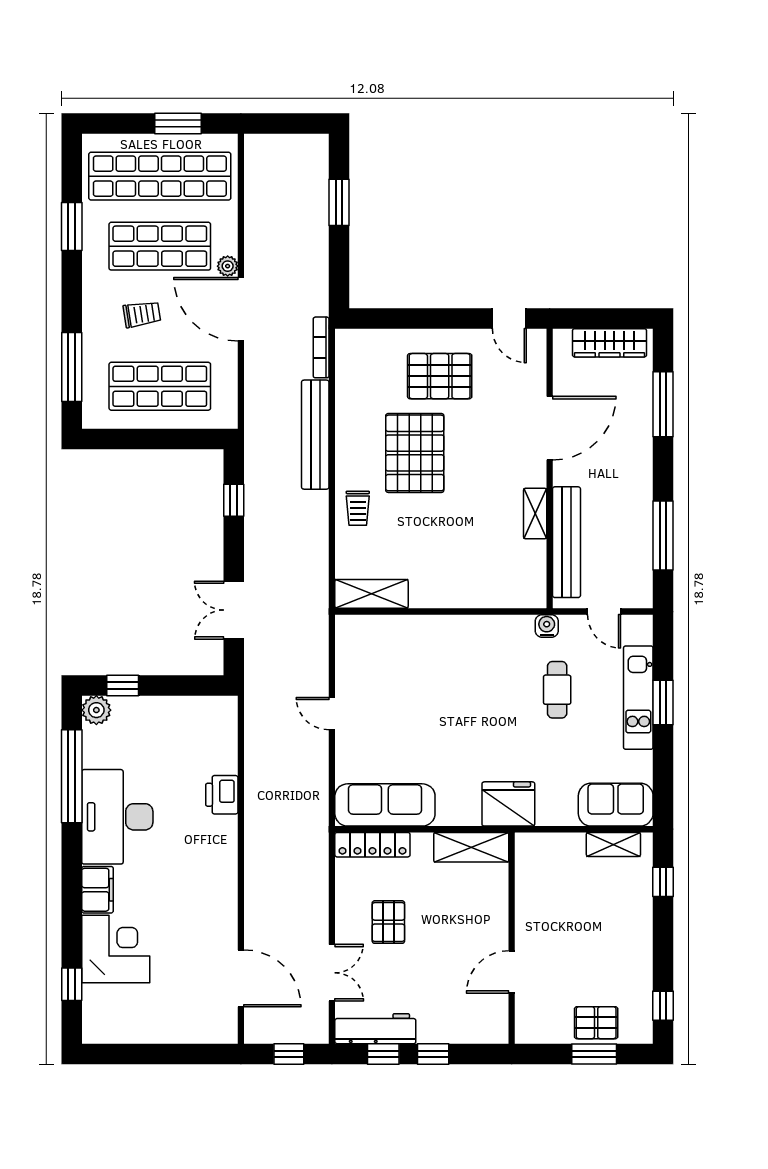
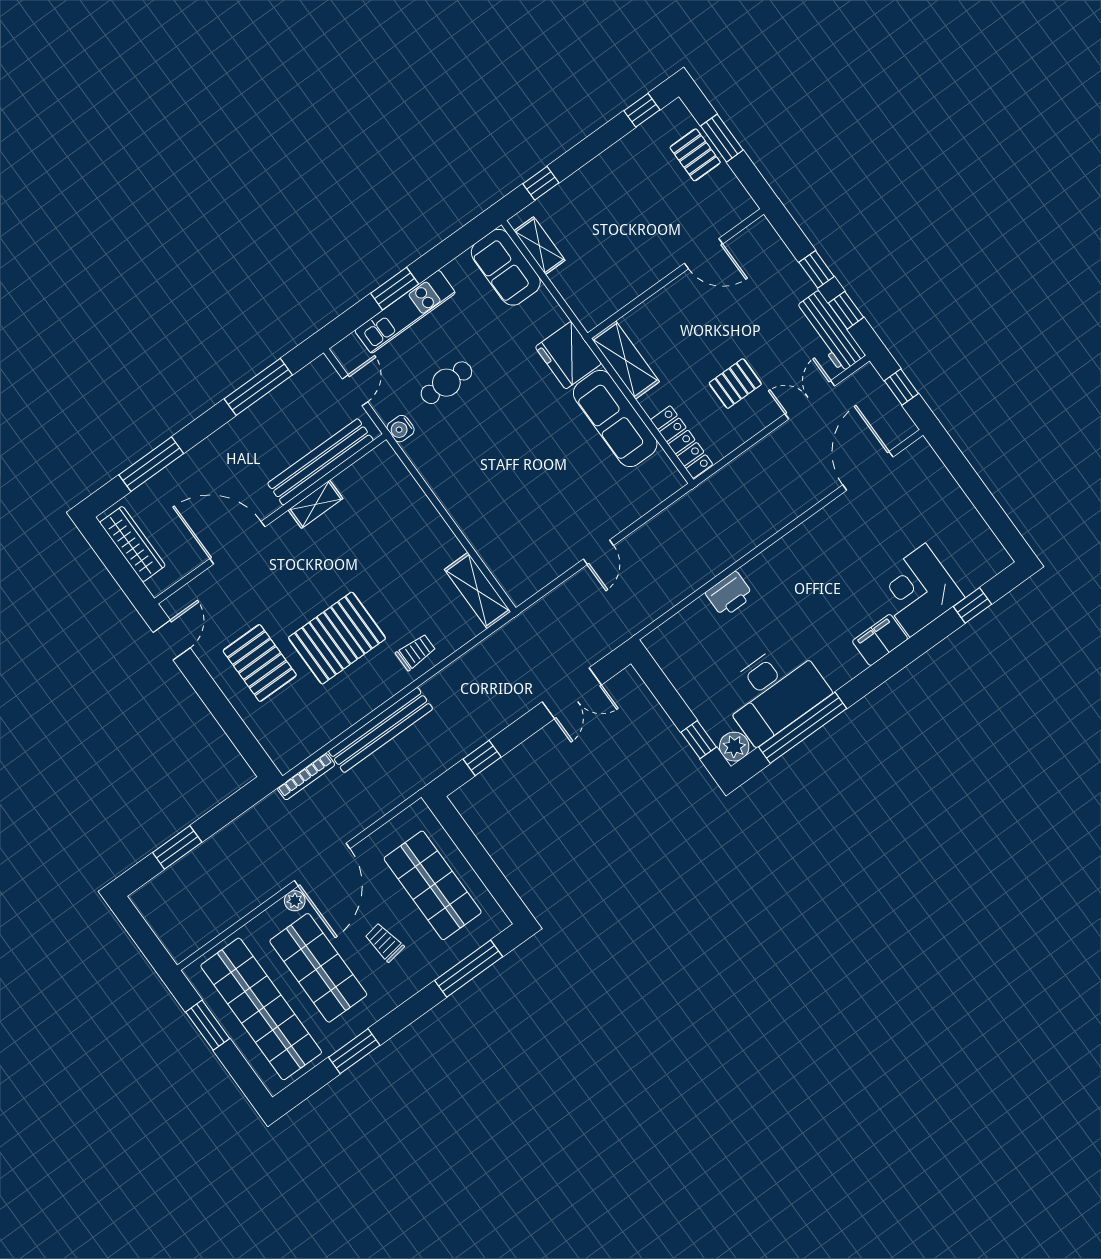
sofa: (385, 805) -> (615, 419), moved
desk: (117, 817) -> (774, 692), moved

